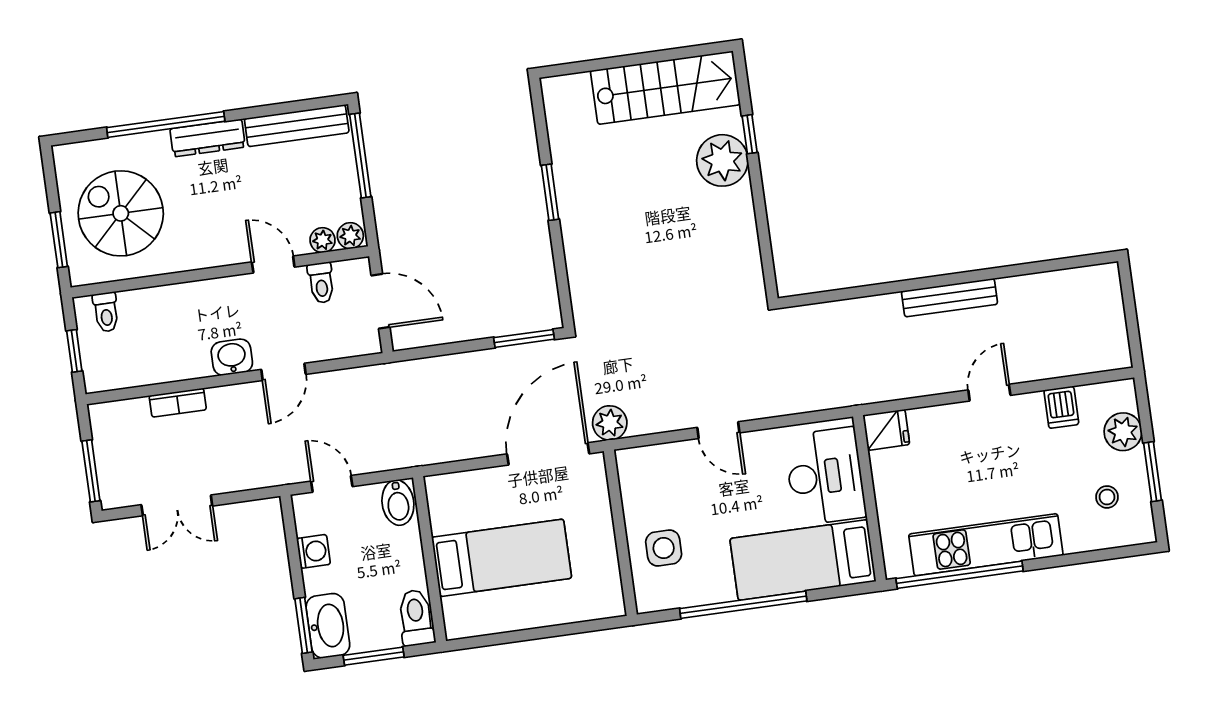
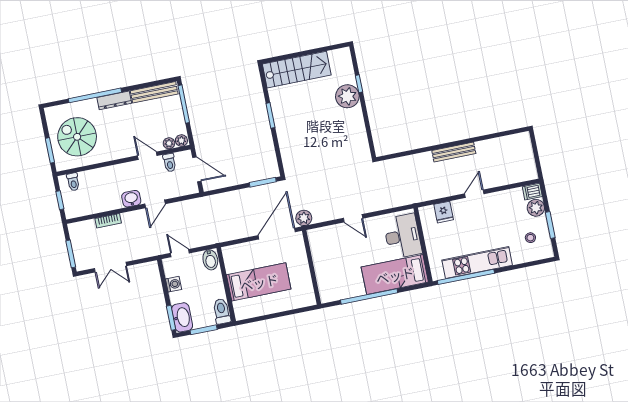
stairs: (665, 88) -> (297, 70), moved
dishwasher: (1061, 407) -> (532, 192), moved, turned 90
fridge: (886, 430) -> (444, 212), moved, turned 90
side table: (664, 548) -> (332, 273), removed

